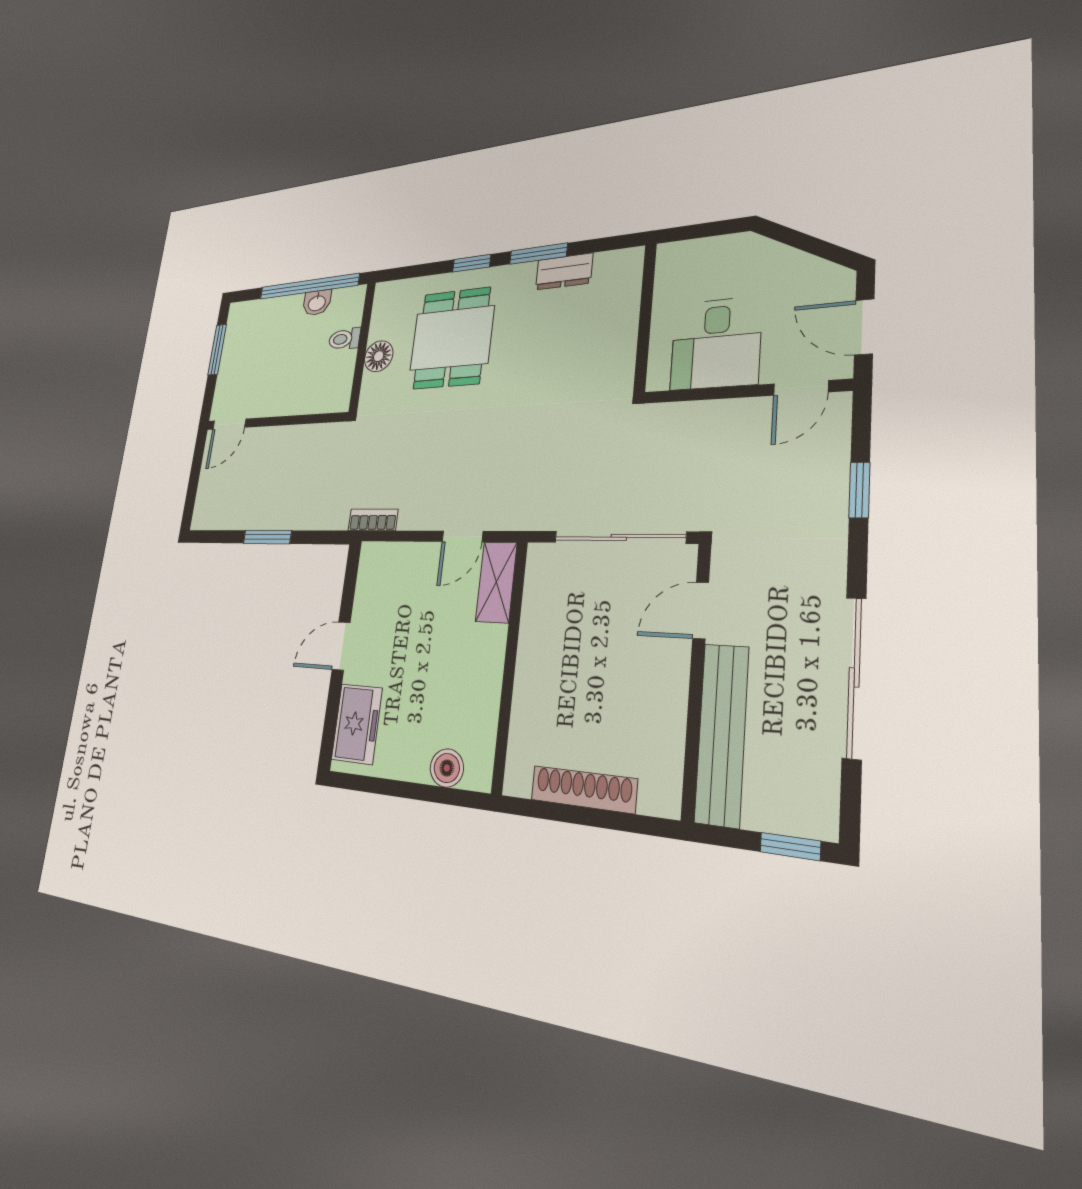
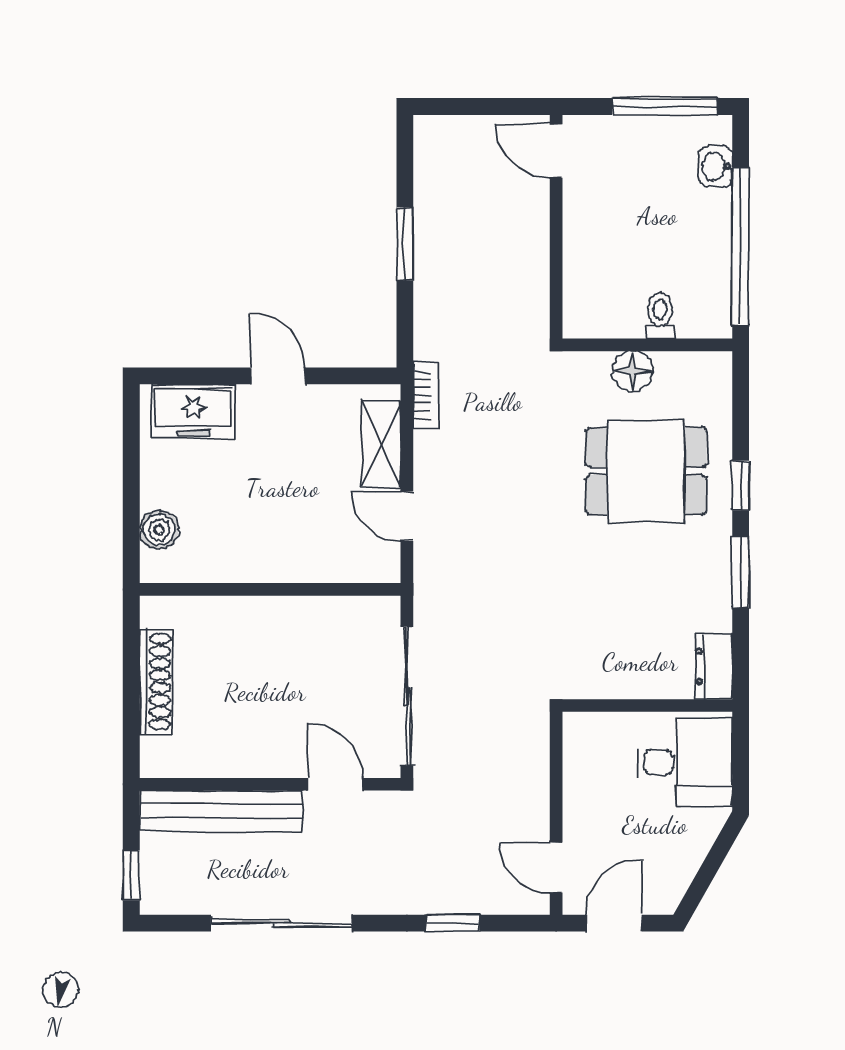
dresser: (564, 272) -> (714, 666), moved
washbasin: (317, 303) -> (716, 166), moved
desk: (716, 343) -> (684, 762), moved, turned 180
window: (217, 350) -> (665, 107), width x1.44
shelving: (496, 582) -> (381, 444), moved, turned 90

